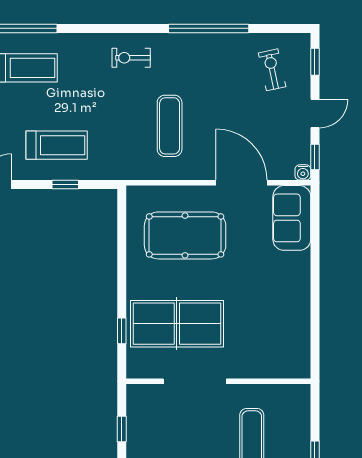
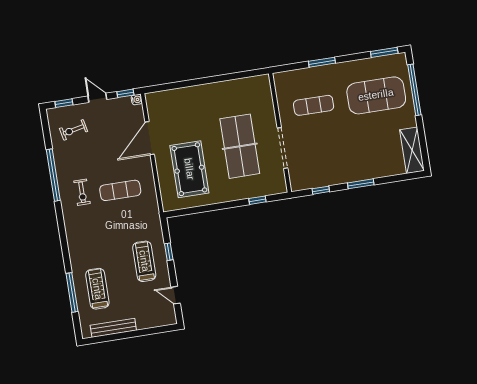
exercise bike: (131, 58) -> (82, 192), moved
sofa: (292, 218) -> (167, 102), removed
table tennis table: (177, 324) -> (240, 146), moved

